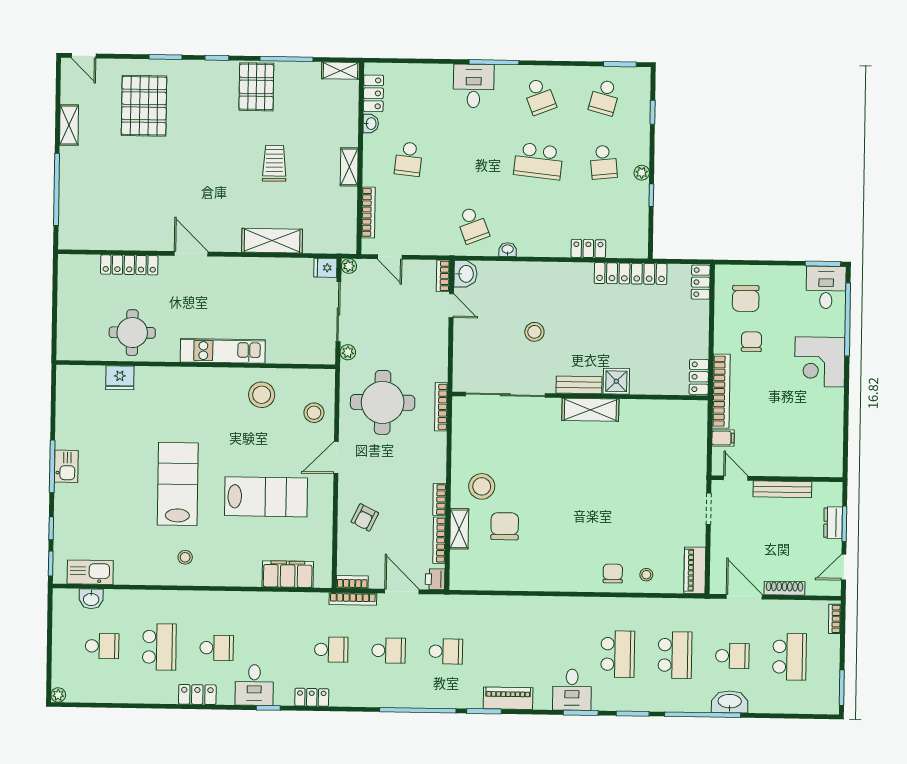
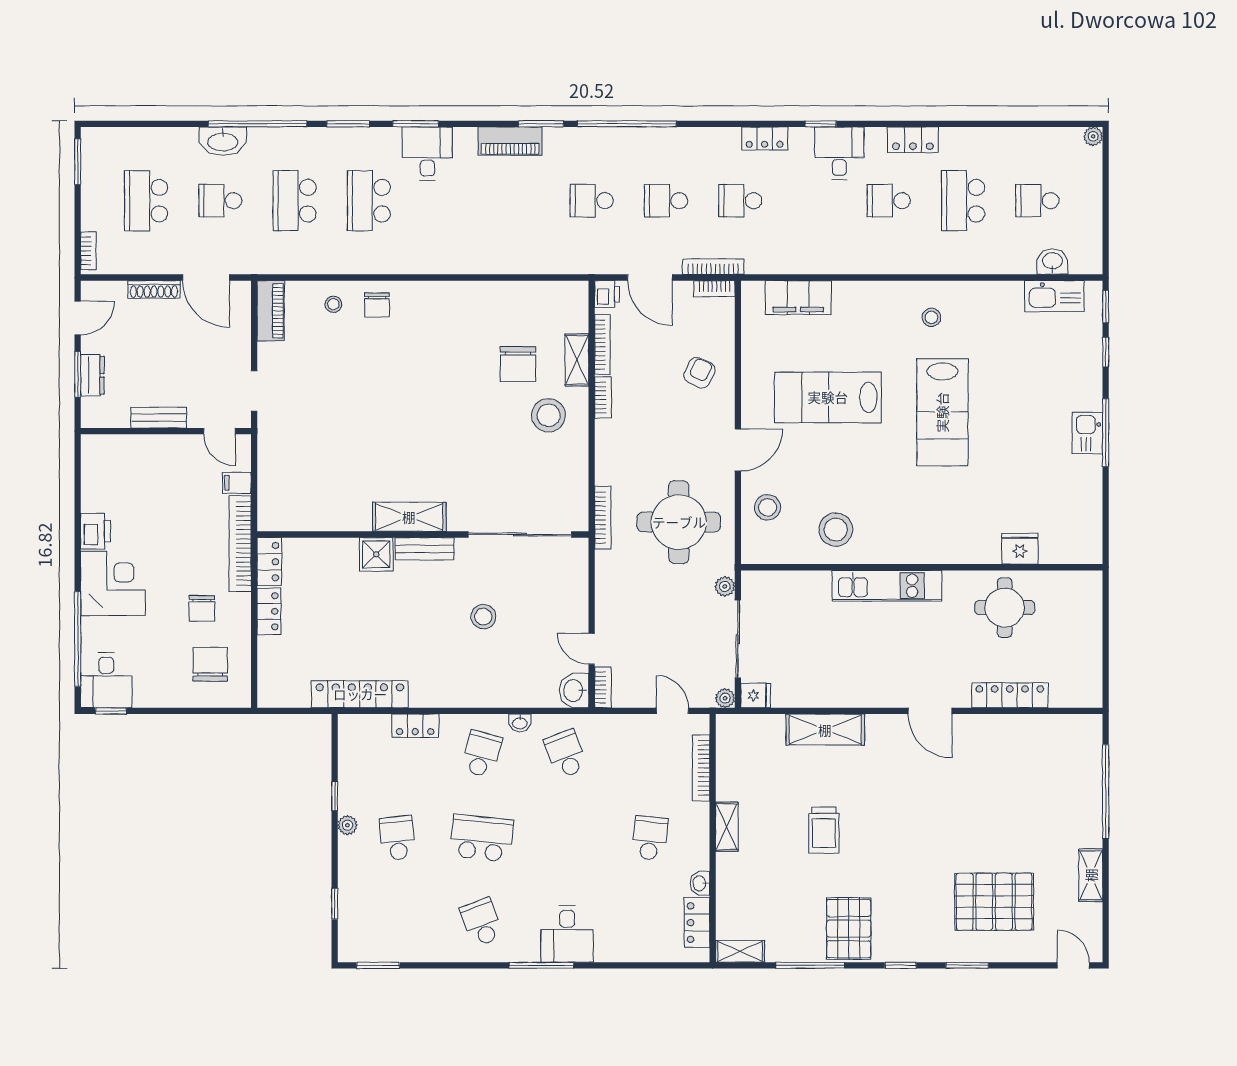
school desk: (604, 97) -> (482, 754), moved
pallet: (144, 106) -> (994, 902), turned 90
window: (823, 264) -> (111, 711), width x0.67
locker: (701, 282) -> (269, 611), moved
printer: (832, 402) -> (96, 531), added
bench: (782, 489) -> (159, 418), width x0.73

